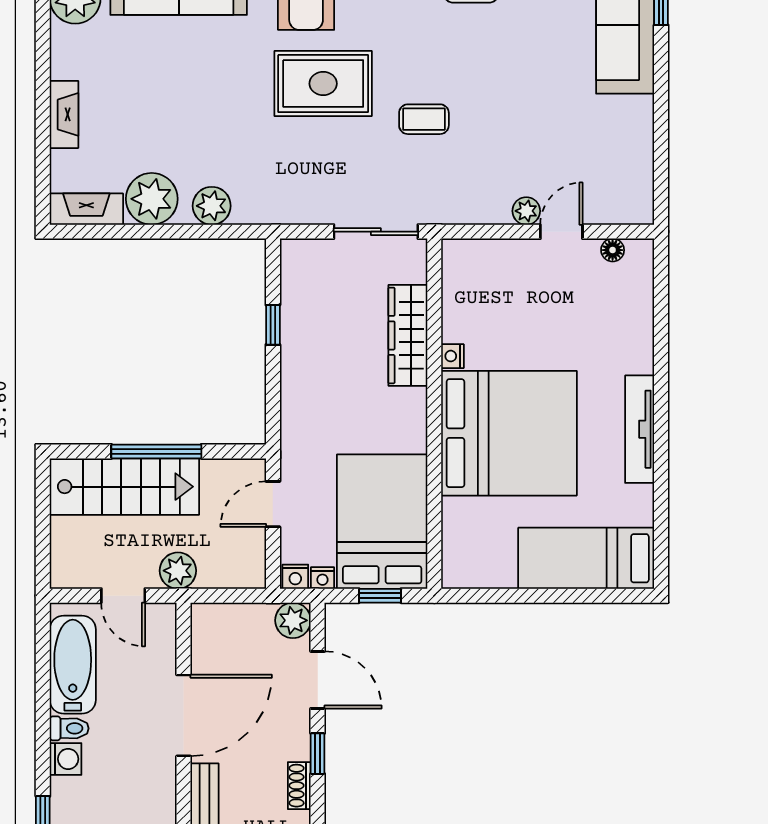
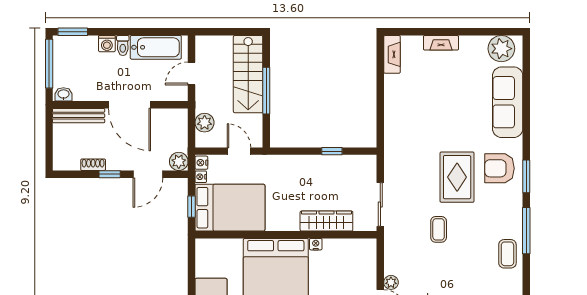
plant: (152, 199) -> (397, 88), removed
plant: (212, 206) -> (394, 119), removed
plant: (178, 571) -> (205, 123), moved

